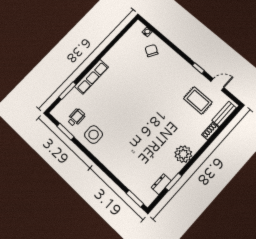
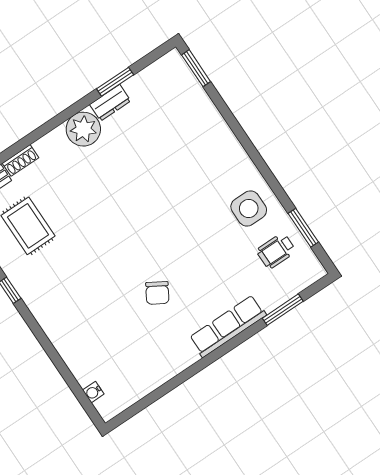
chair: (152, 51) -> (157, 293), moved
dresser: (161, 184) -> (110, 103), moved

